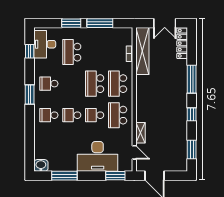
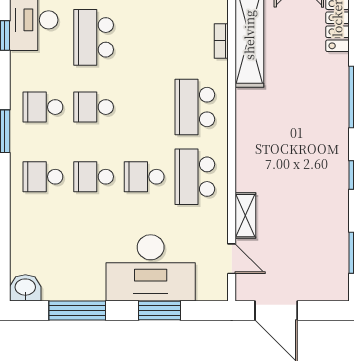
school desk: (95, 84) -> (94, 107), moved, width x0.54
window: (115, 176) -> (160, 310), moved

